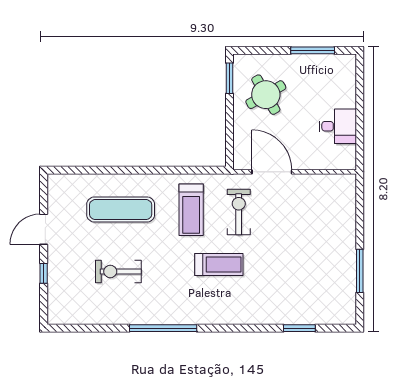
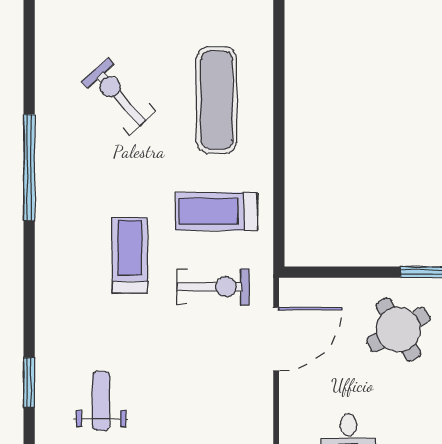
treadmill: (219, 265) -> (130, 255), turned 180
exercise bike: (118, 271) -> (119, 96), turned -42
weight bench: (311, 283) -> (101, 401), added

